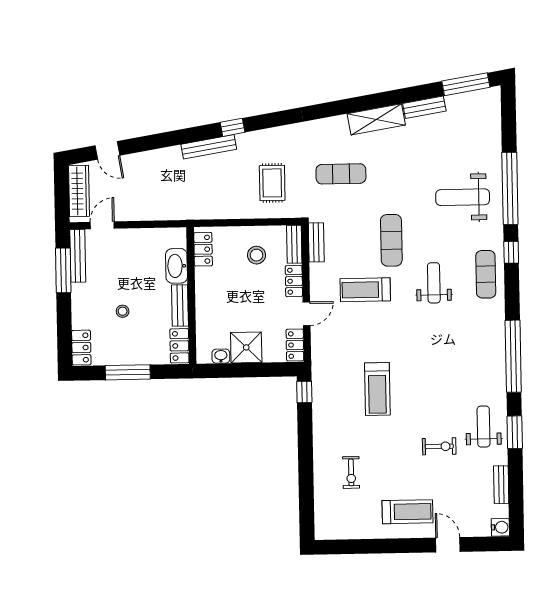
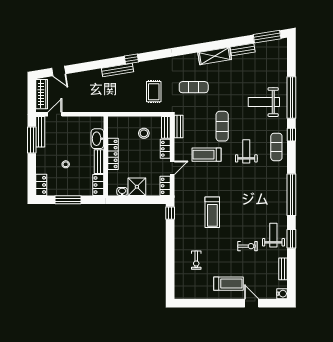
locker: (203, 249) -> (113, 154), moved, width x1.53

